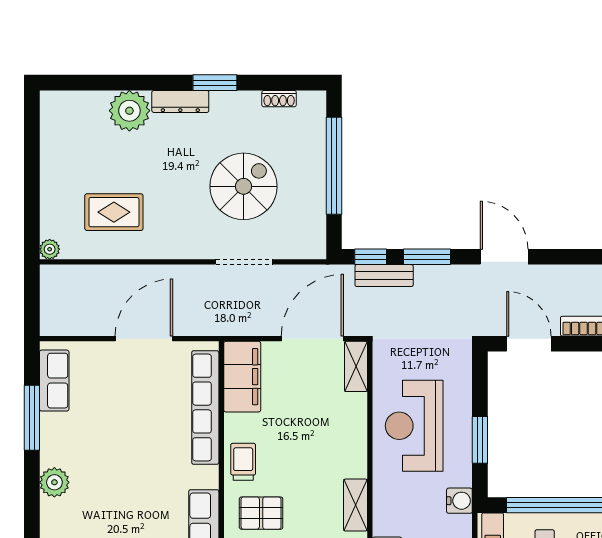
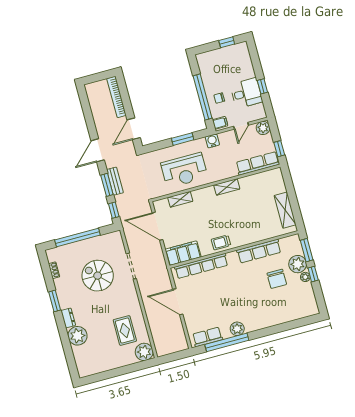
dresser: (180, 101) -> (68, 318), width x0.70
plant: (50, 249) -> (144, 352), width x1.88, depth x1.88
bench: (384, 276) -> (115, 181), moved
shelving: (356, 366) -> (180, 199), moved
window: (32, 418) -> (227, 342), width x1.46
plant: (54, 482) -> (237, 329), moved
pallet: (261, 513) -> (242, 228), removed

